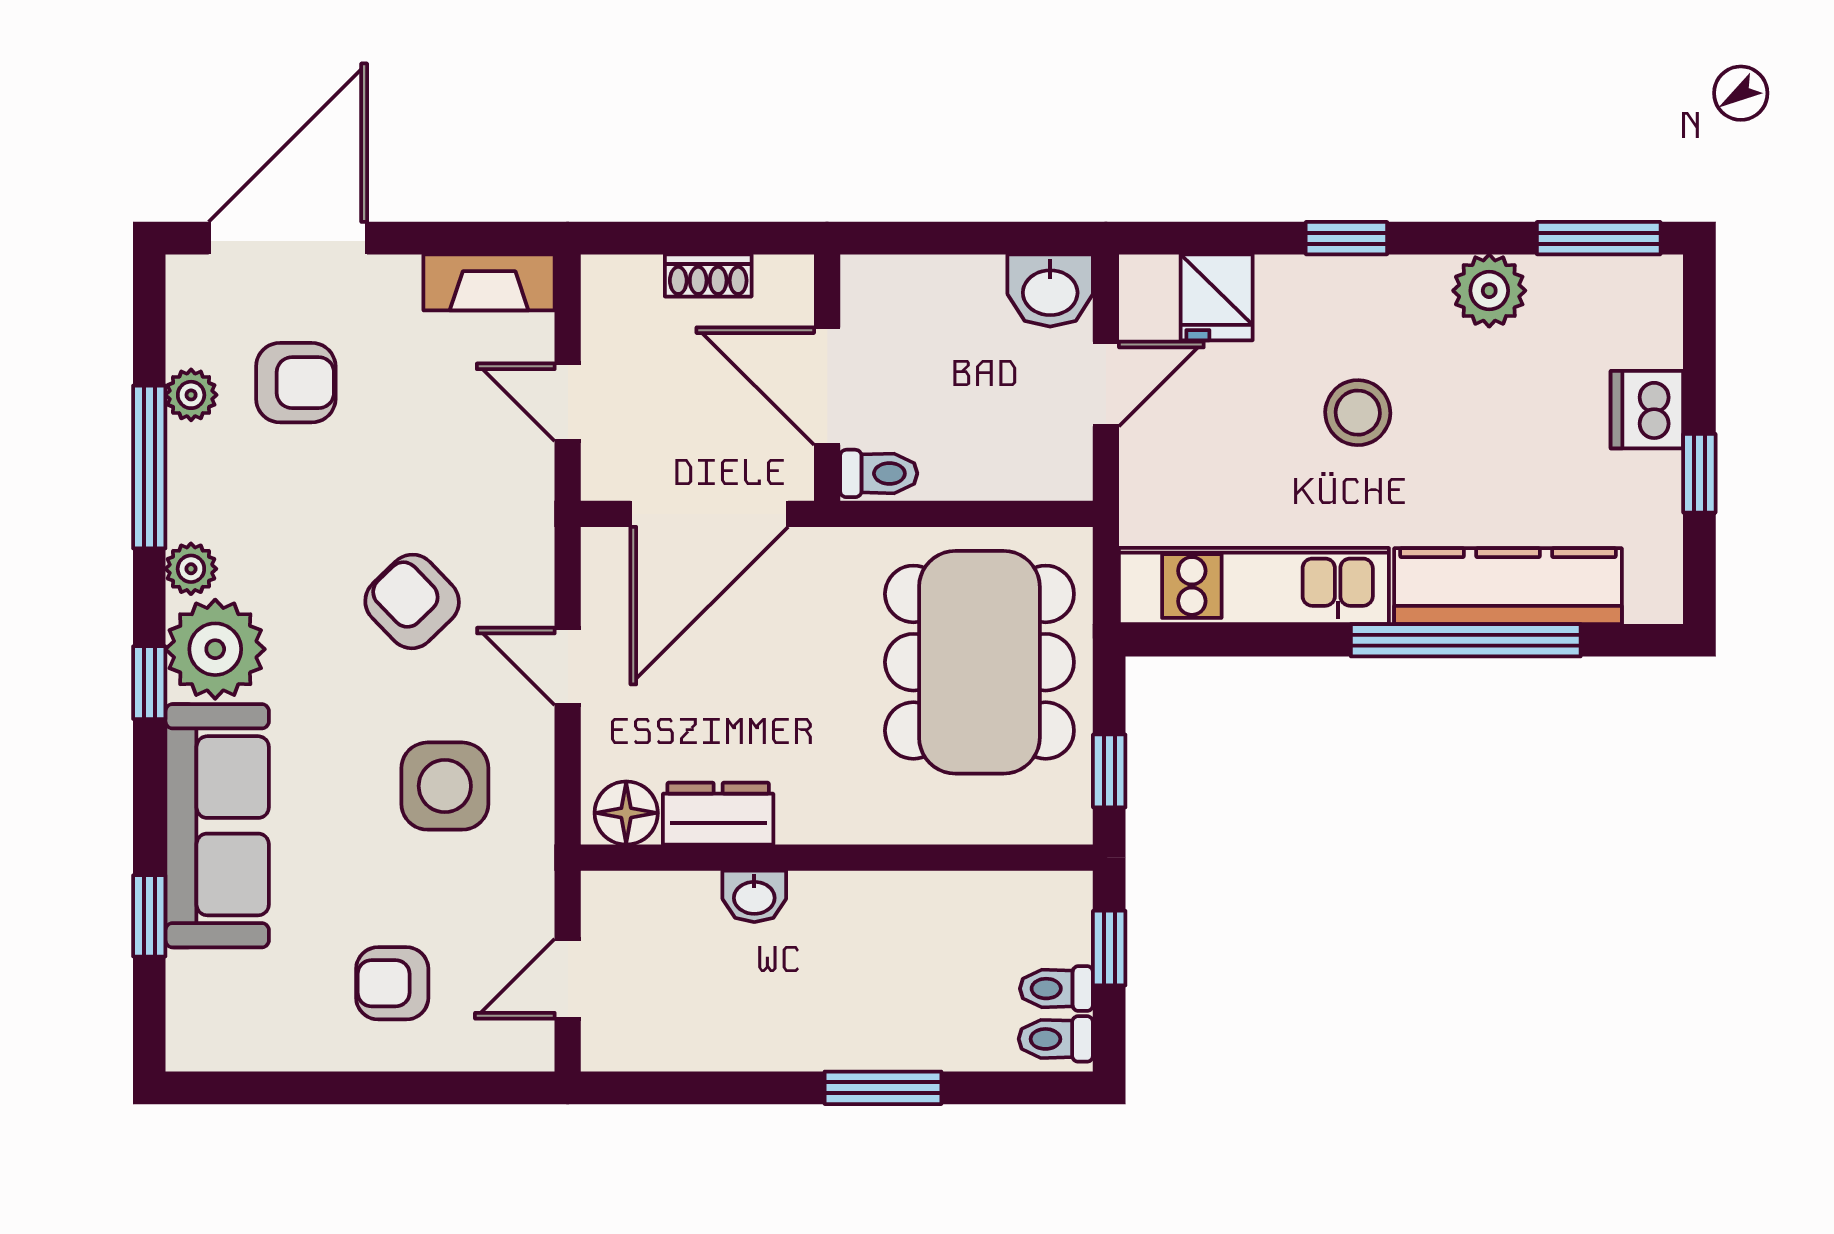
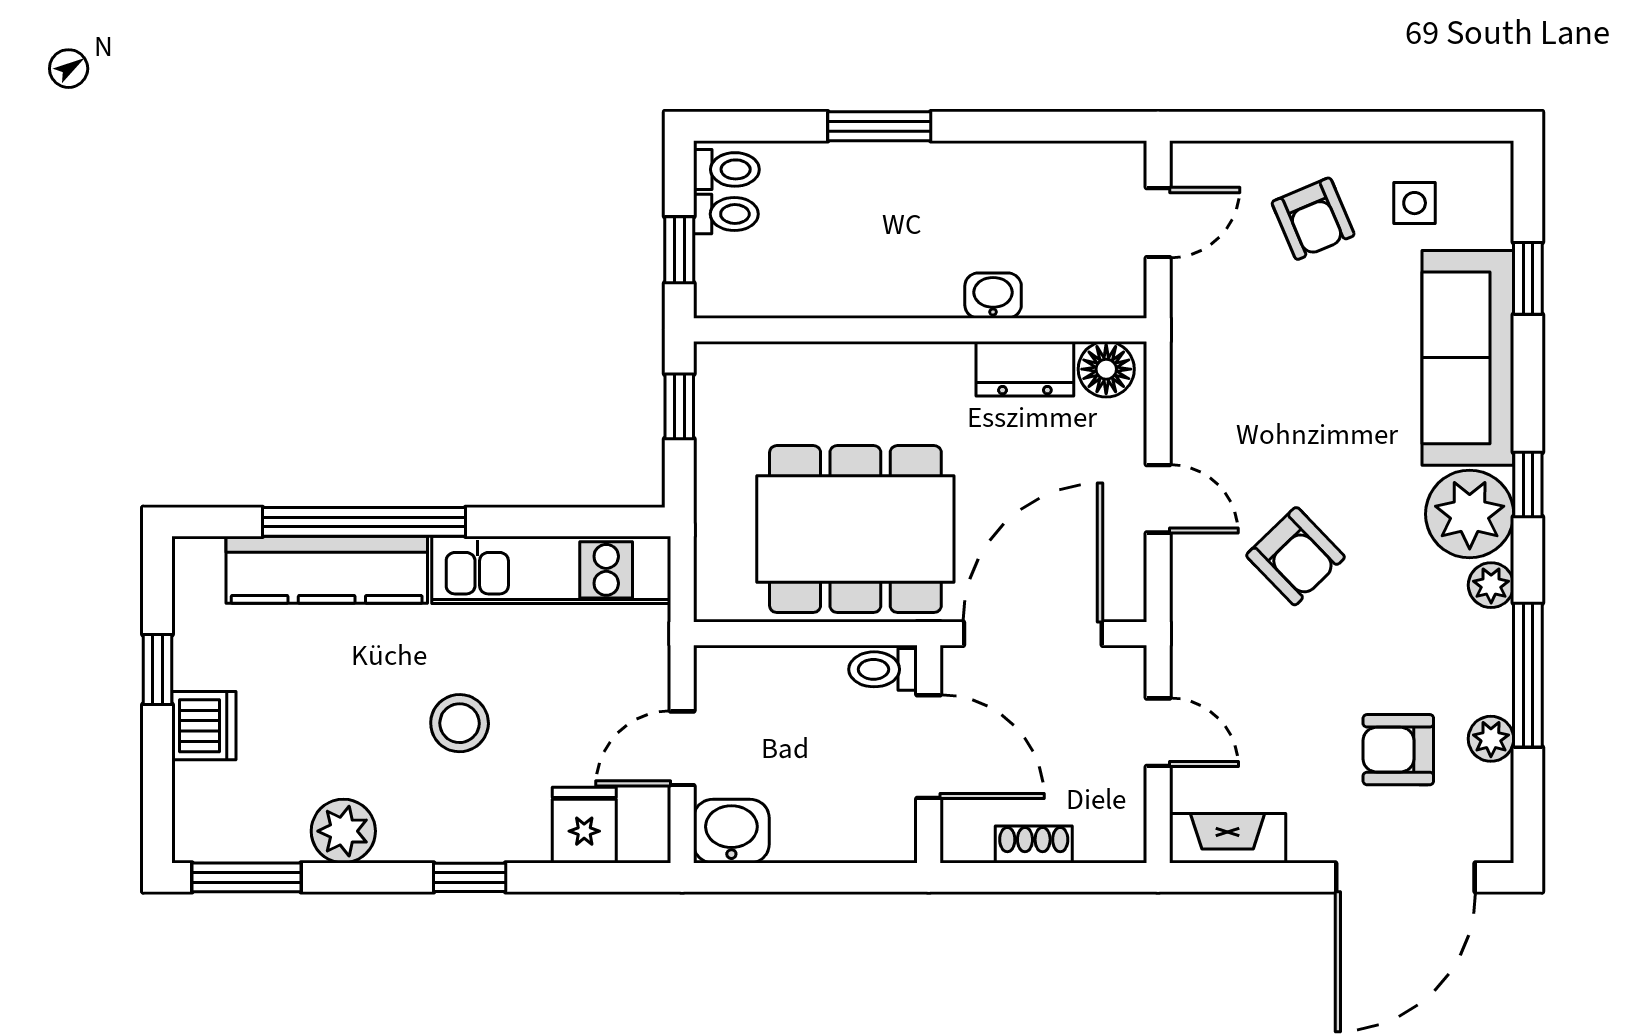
dining table: (979, 662) -> (855, 529), moved, turned 90
side table: (445, 786) -> (1415, 203), moved, width x0.54, depth x0.54
armchair: (392, 983) -> (1313, 219), turned 67

